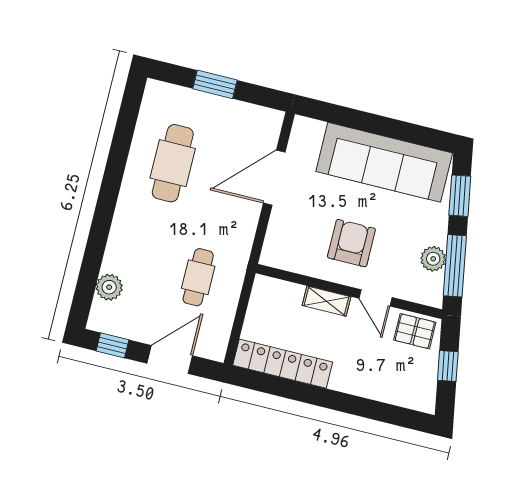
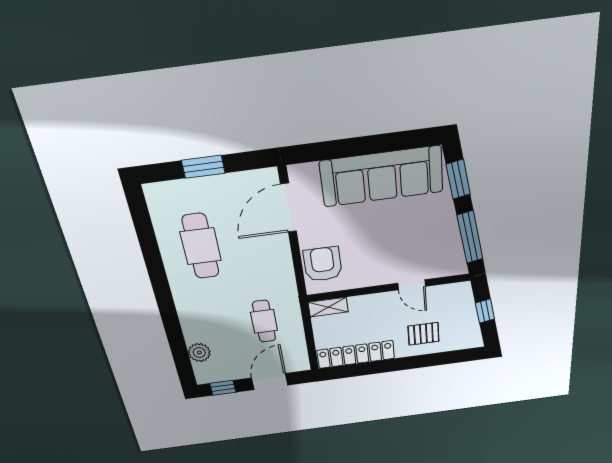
door: (274, 178) -> (289, 208), moved
armchair: (351, 243) -> (323, 264), moved
plant: (433, 259) -> (450, 239), removed
shelving: (327, 301) -> (328, 307), moved
pallet: (415, 331) -> (423, 334), moved

